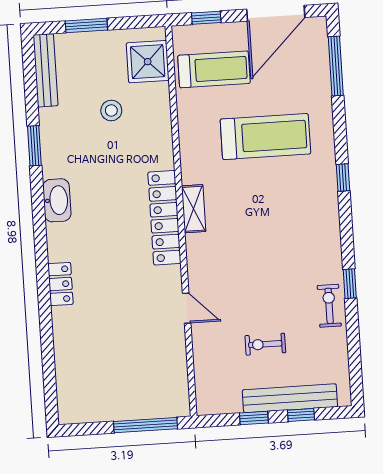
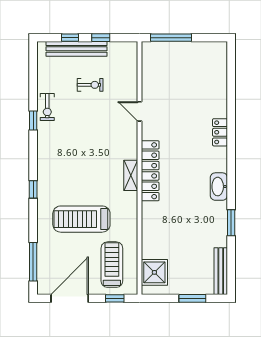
treadmill: (214, 69) -> (112, 265), turned 90
stool: (111, 110) -> (180, 242), removed

